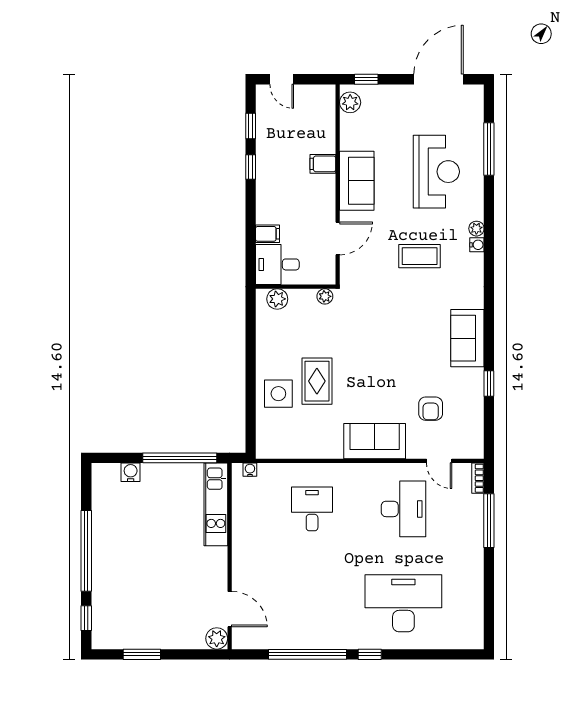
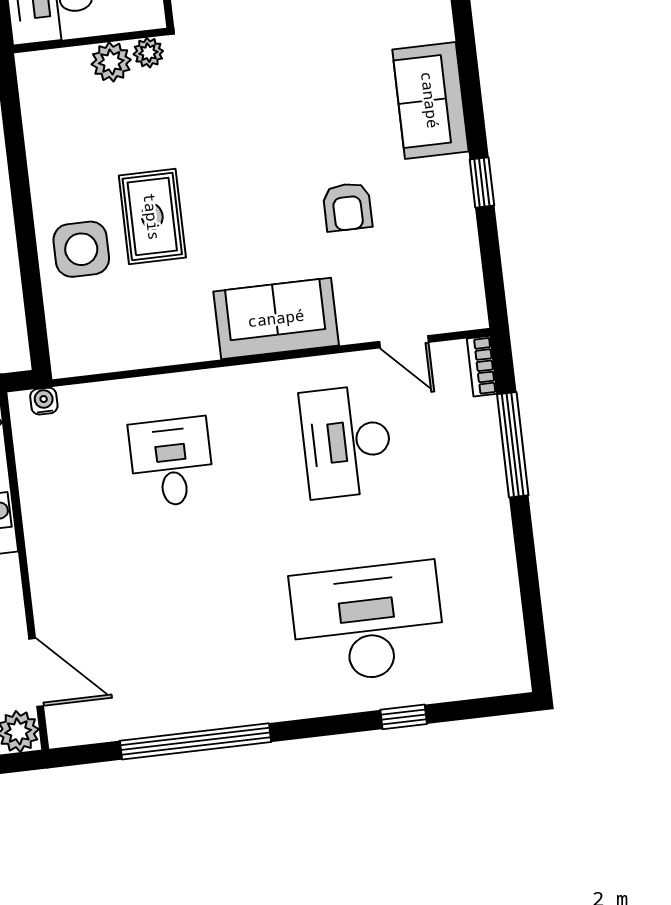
plant: (277, 299) -> (111, 62), moved
armchair: (431, 409) -> (347, 207), moved
desk: (403, 509) -> (346, 442), turned 180
window: (370, 654) -> (404, 717), moved

